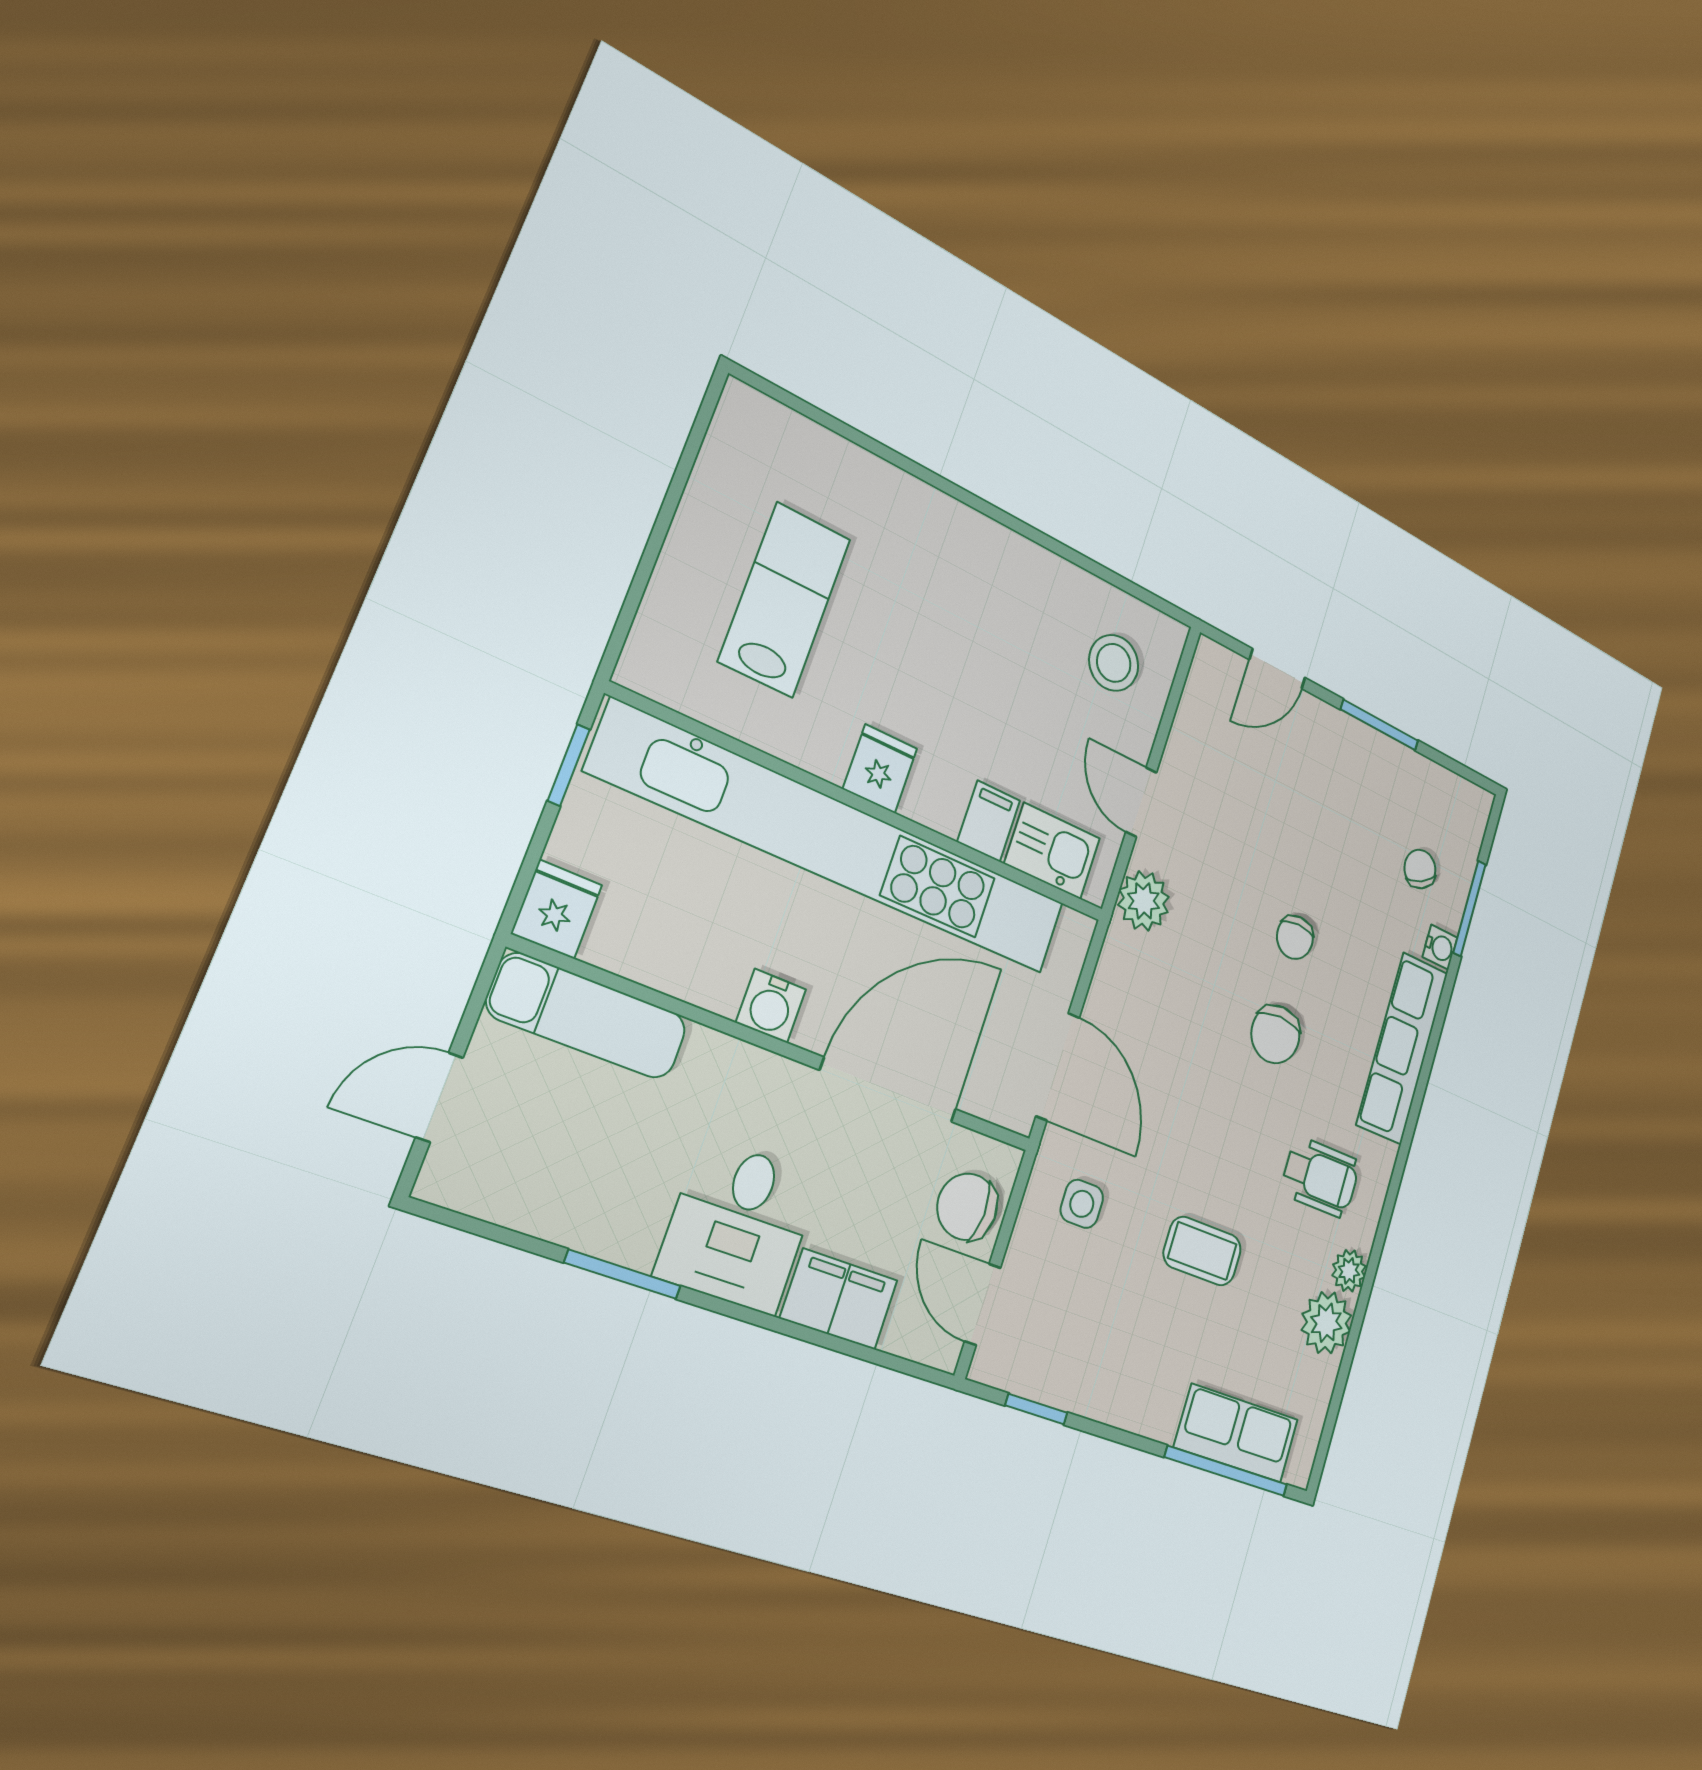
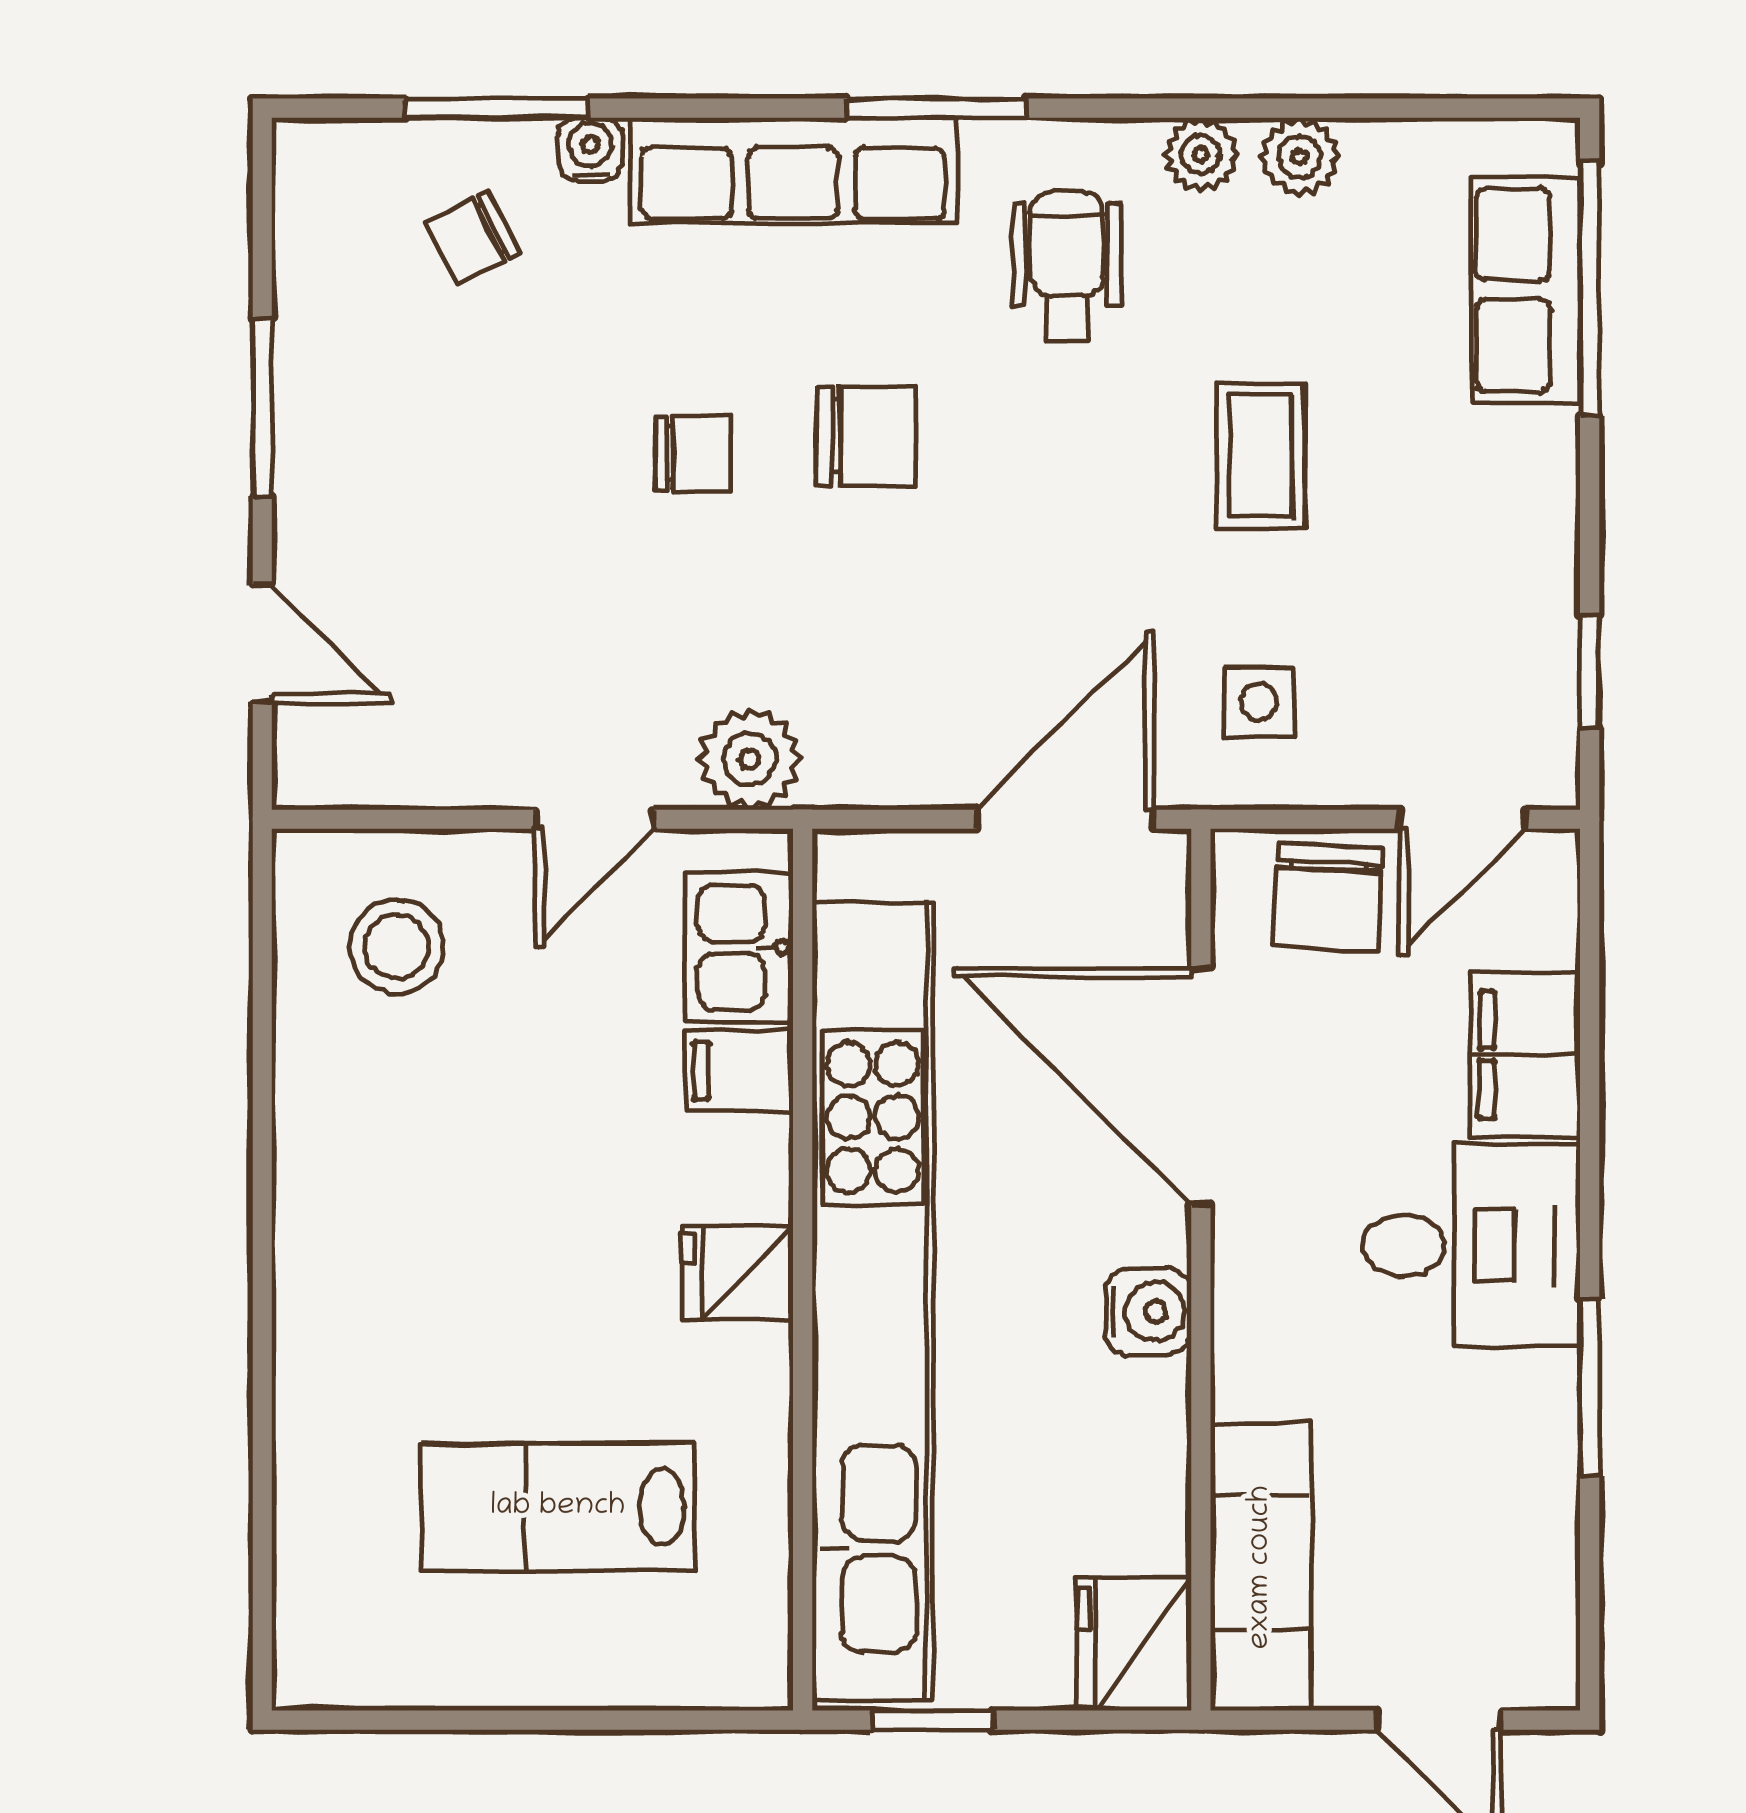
fridge: (557, 909) -> (1134, 1644), width x1.38
window: (1408, 1136) -> (936, 108), added
plant: (1326, 1323) -> (1299, 157), width x0.73, depth x0.73

